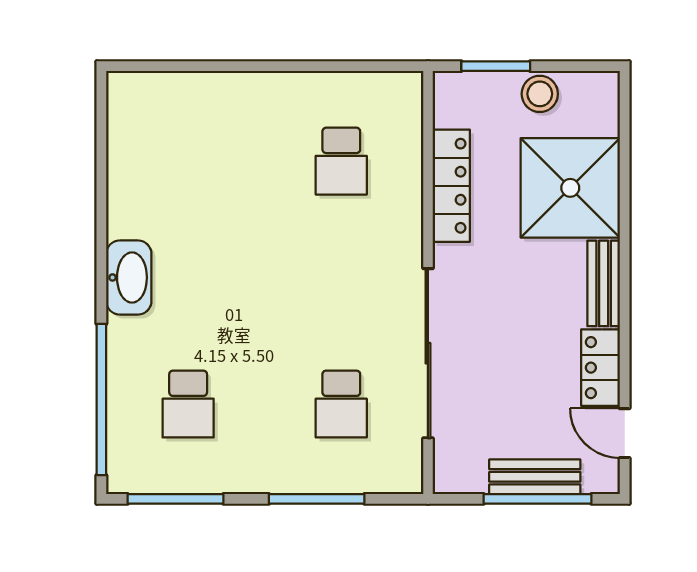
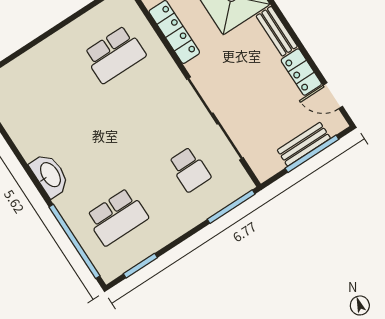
school desk: (341, 161) -> (115, 54), width x1.85
school desk: (188, 404) -> (117, 217), width x1.85
window: (176, 499) -> (140, 266), width x0.69
window: (317, 499) -> (231, 207), moved

